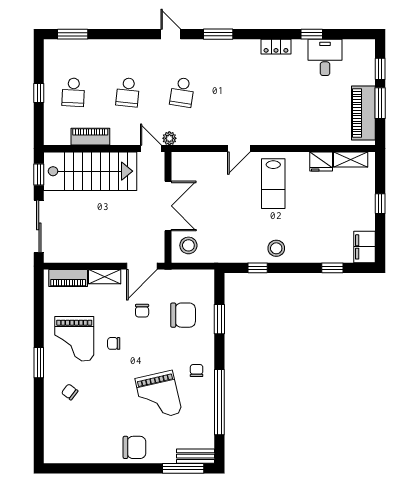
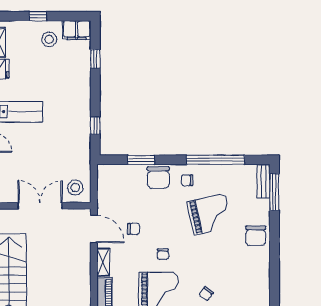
stool: (276, 248) -> (49, 39), moved
chair: (183, 315) -> (158, 178), moved, turned 180
chair: (134, 447) -> (256, 236), turned 180

